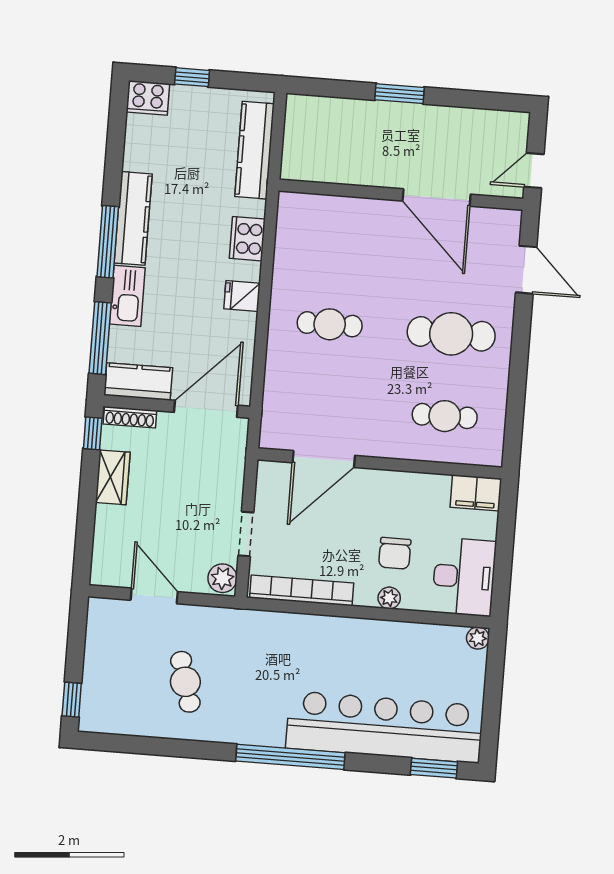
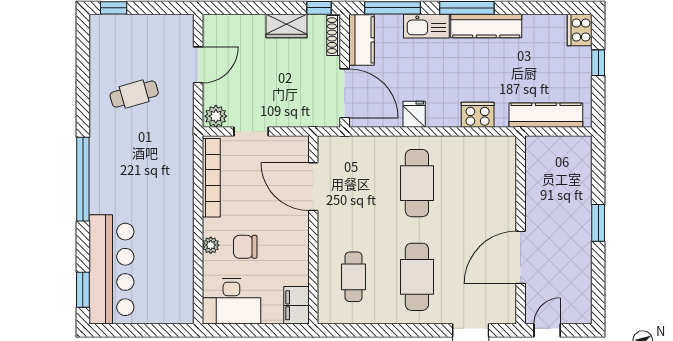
door: (534, 170) -> (547, 330), hinge flipped
fridge: (242, 296) -> (414, 114), moved
cafe table: (330, 324) -> (417, 183), width x1.37, depth x1.35
plant: (478, 638) -> (185, 316), removed
bar counter: (385, 727) -> (112, 269), width x0.73

